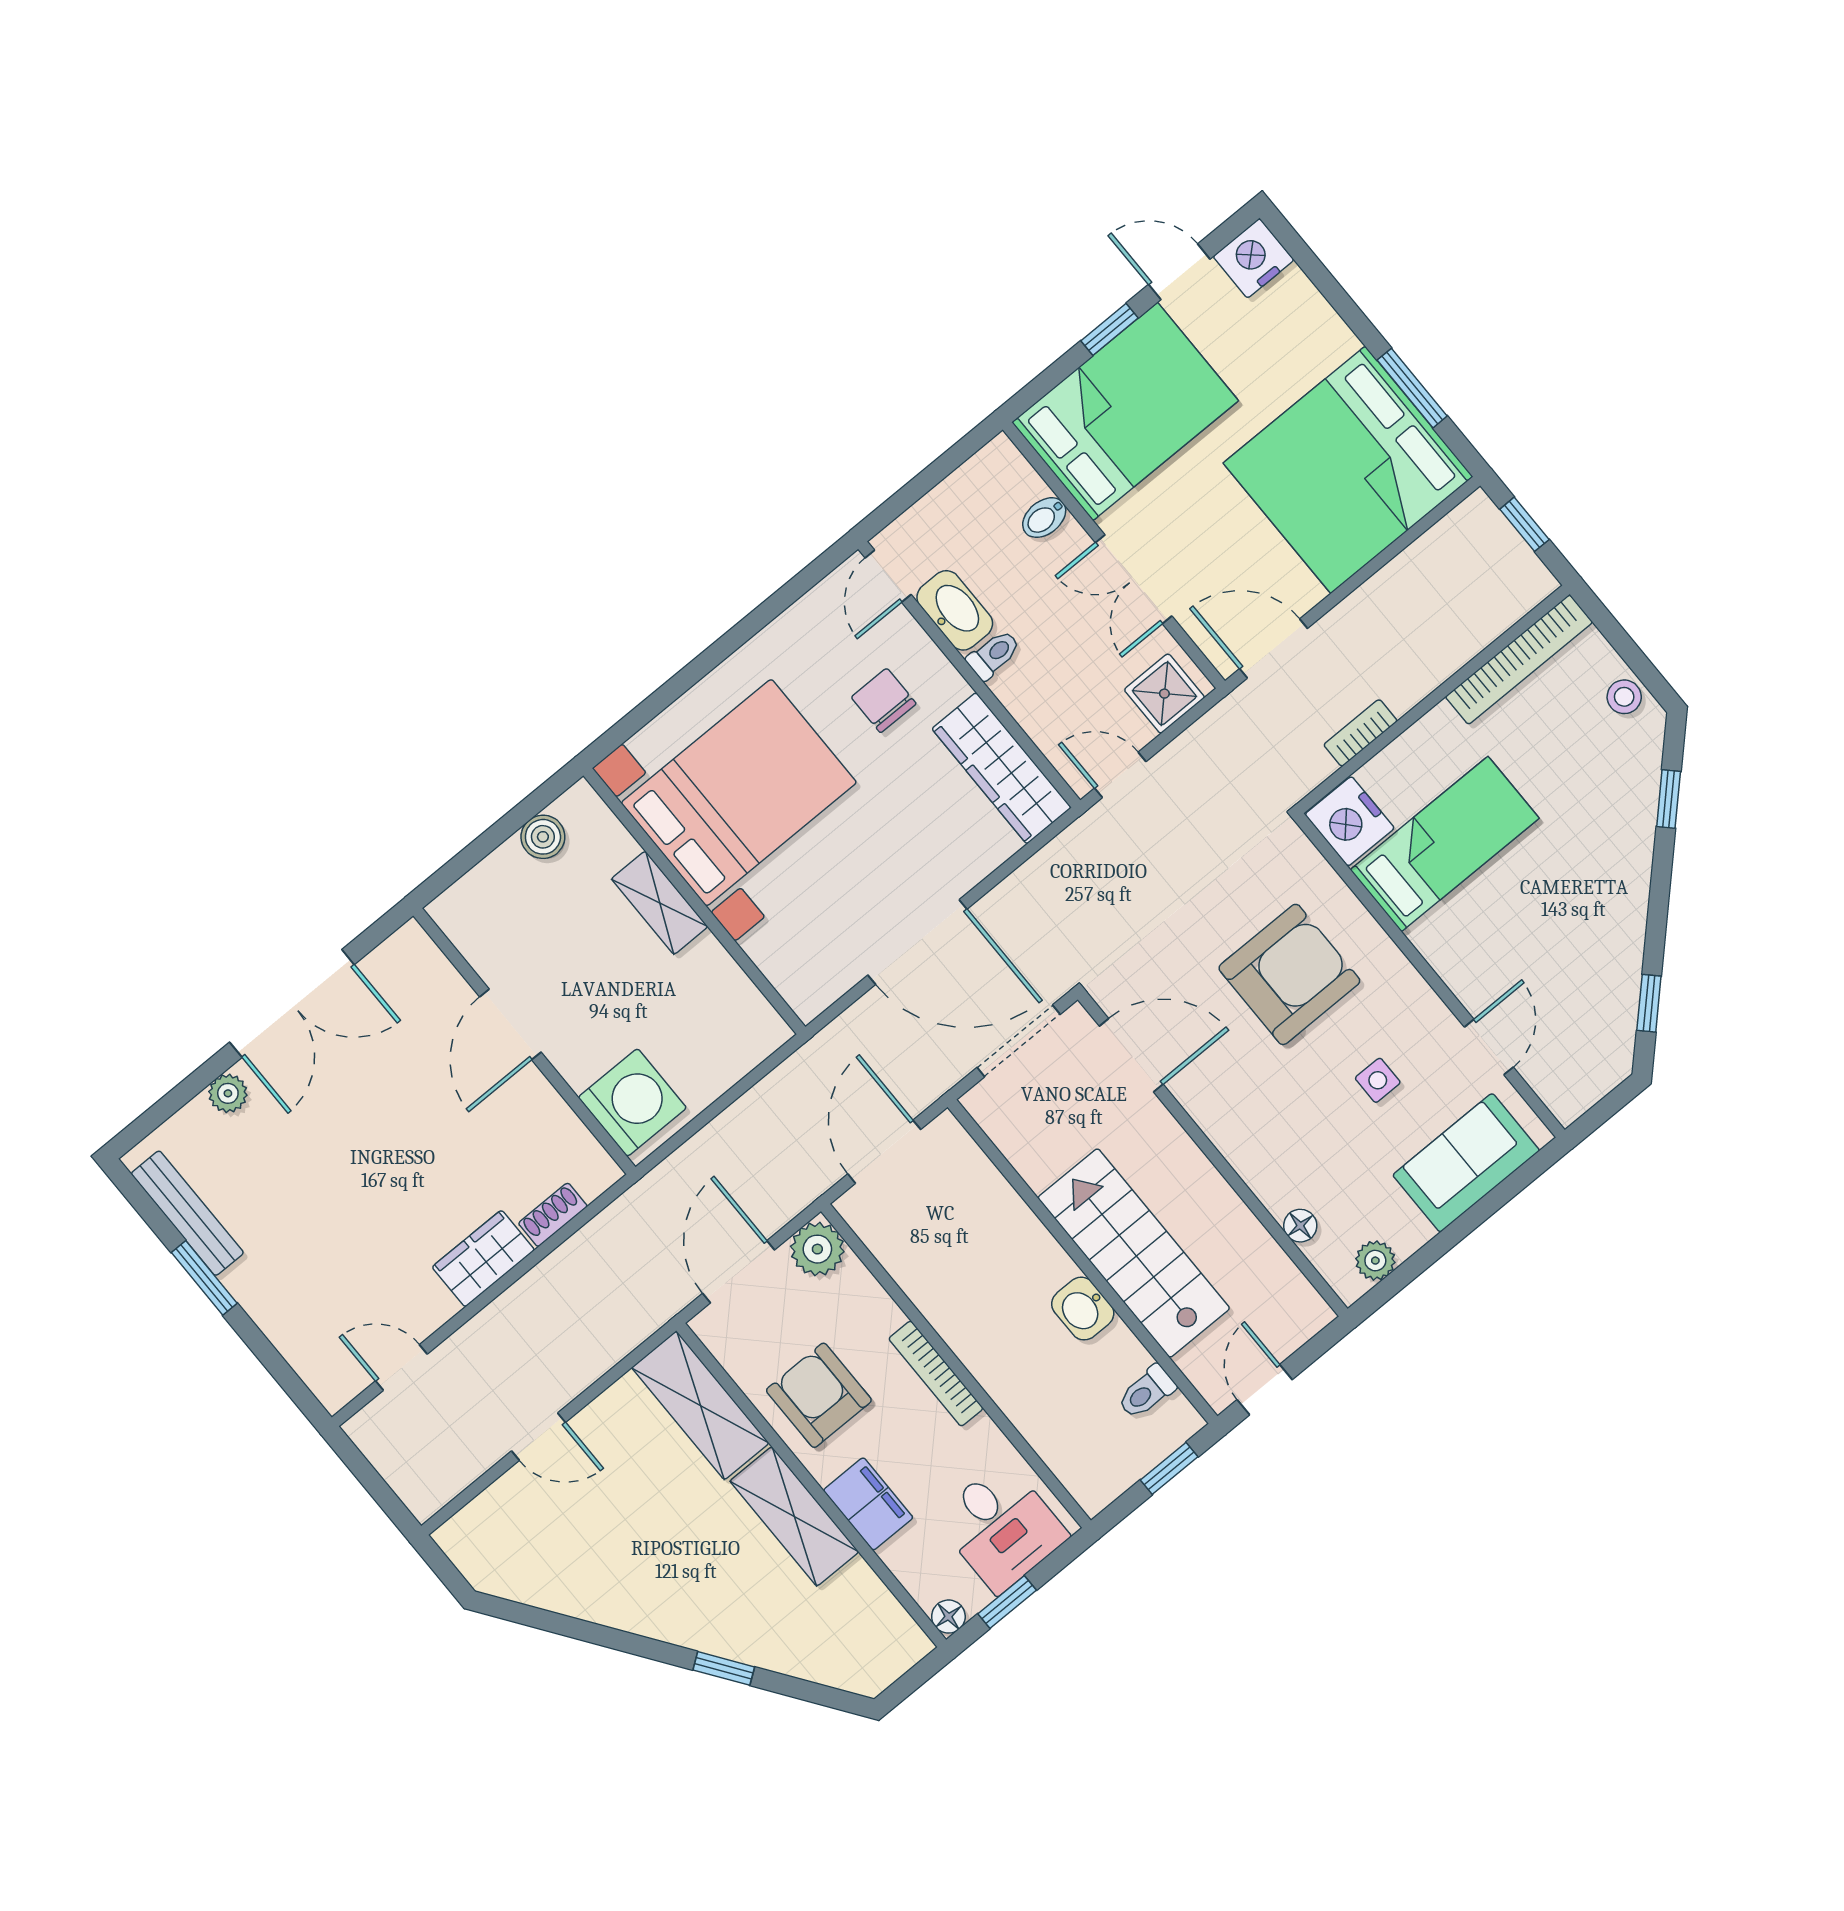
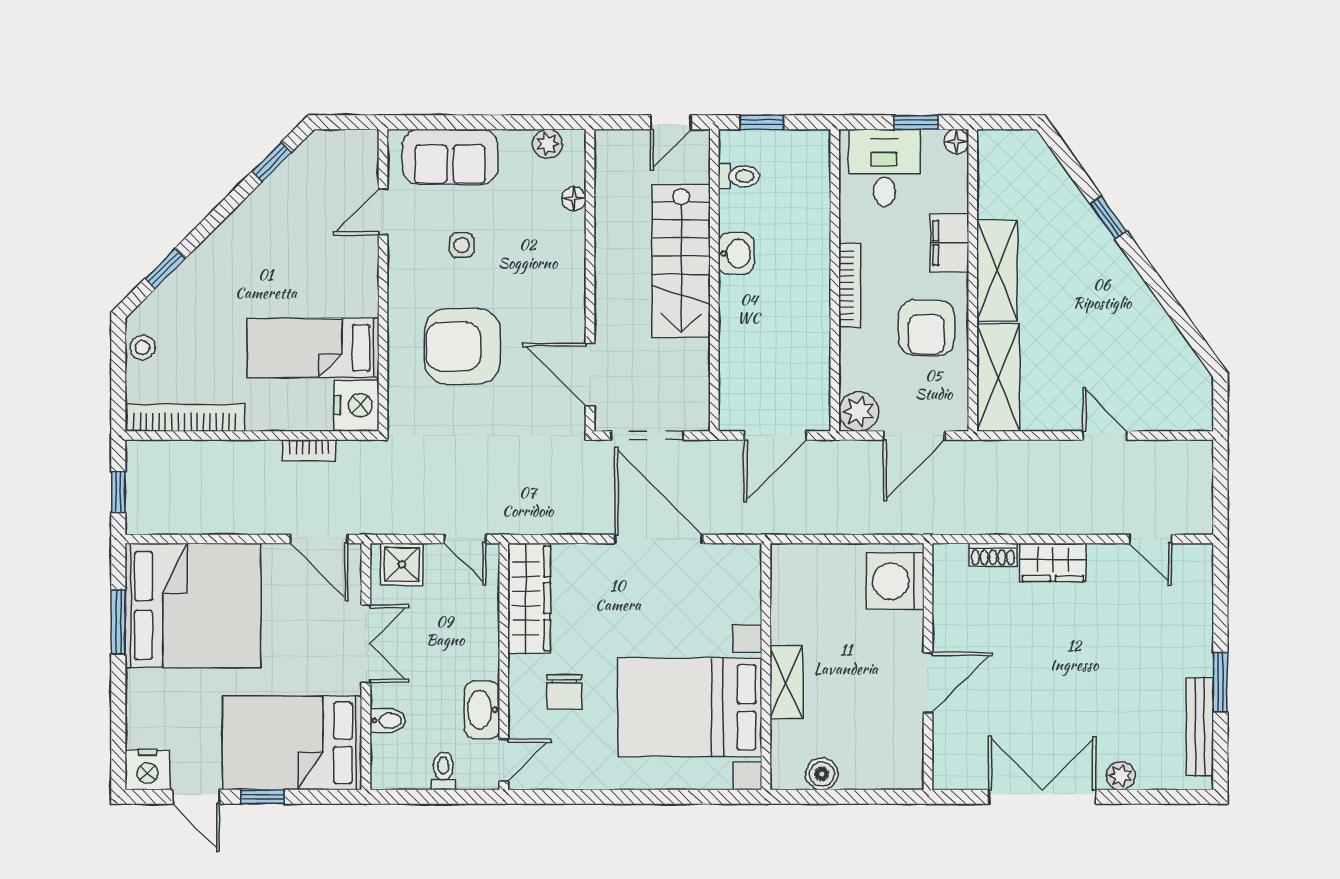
toilet: (994, 655) -> (443, 771), moved, turned 90

